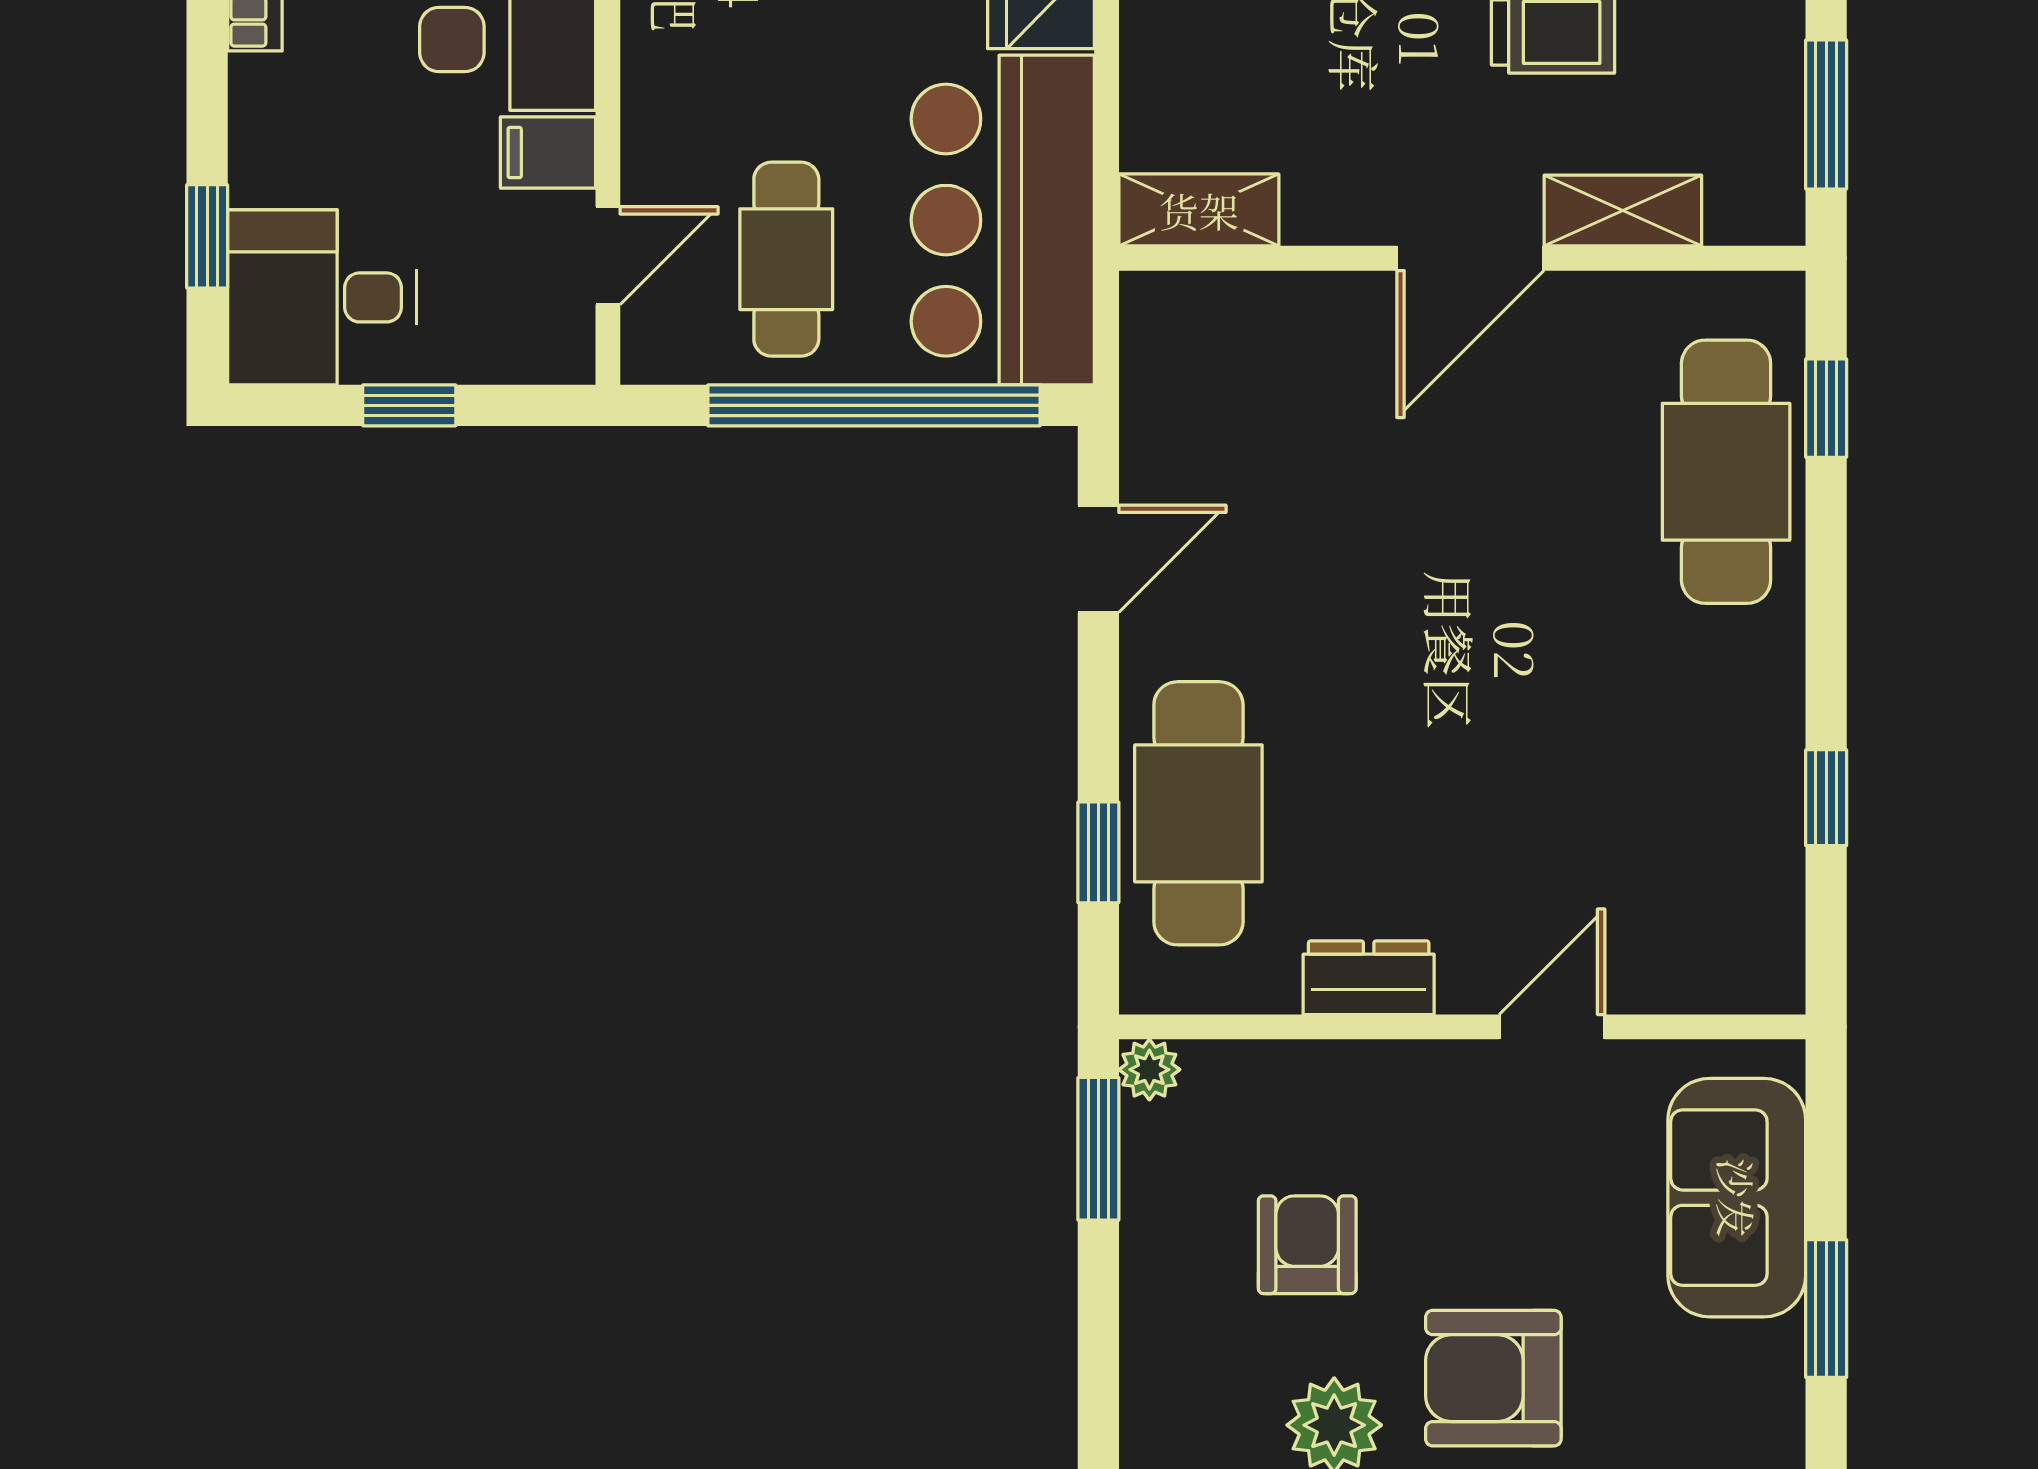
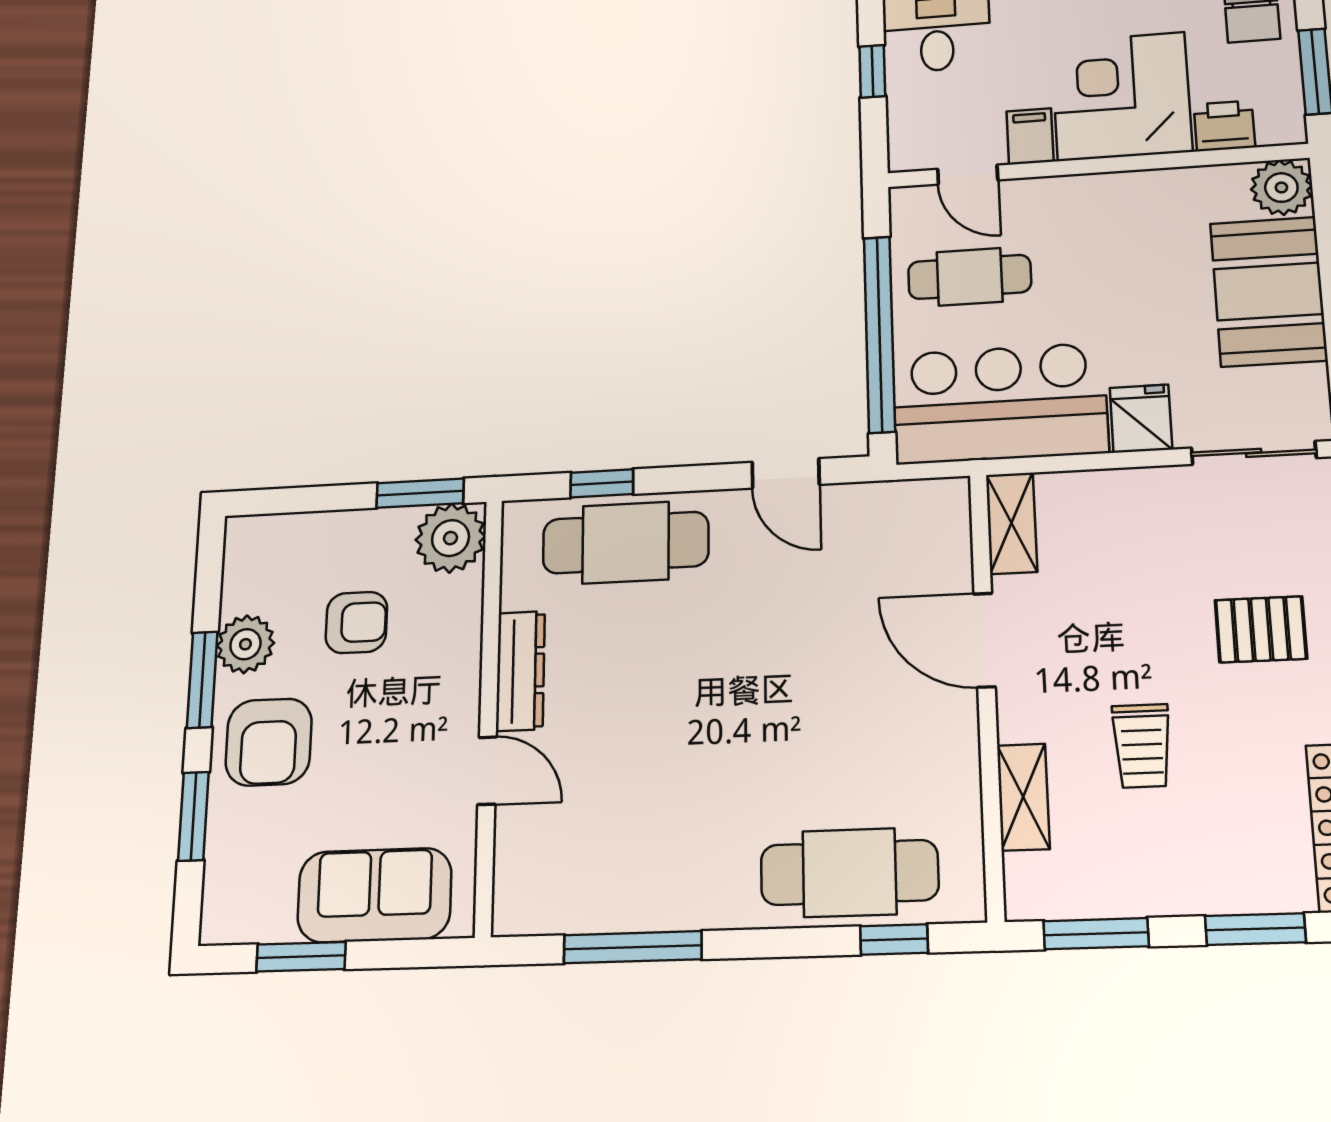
door: (1470, 258) -> (985, 640), moved
window: (1826, 798) -> (633, 947), width x2.17
dresser: (1369, 978) -> (520, 671), width x1.44
plant: (1149, 1070) -> (450, 538), width x1.88, depth x1.88
armchair: (1493, 1378) -> (269, 742), turned 180

